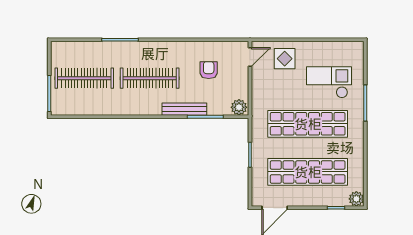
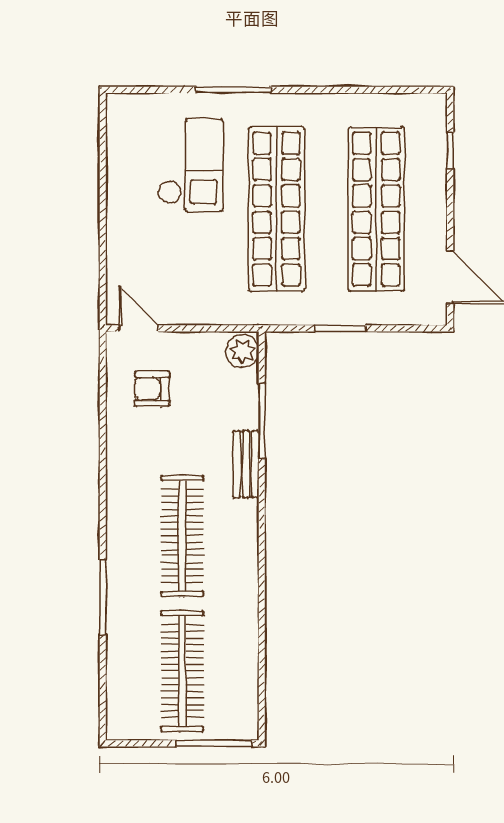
display table: (285, 59) -> (142, 257), removed
armchair: (209, 70) -> (152, 389), moved
checkout: (329, 82) -> (191, 165), turned 180
bench: (184, 109) -> (246, 464), width x0.73
plant: (356, 199) -> (432, 108), removed

